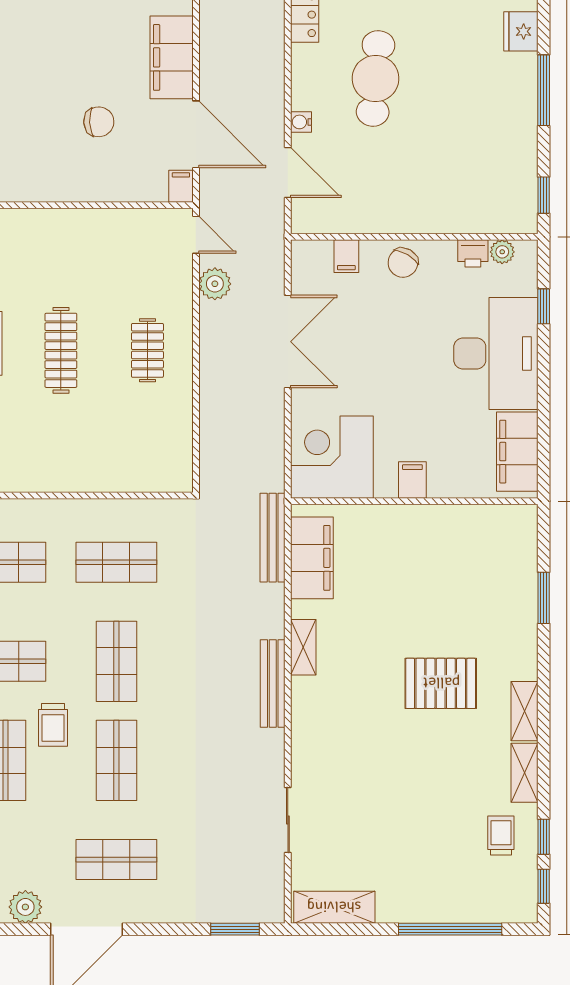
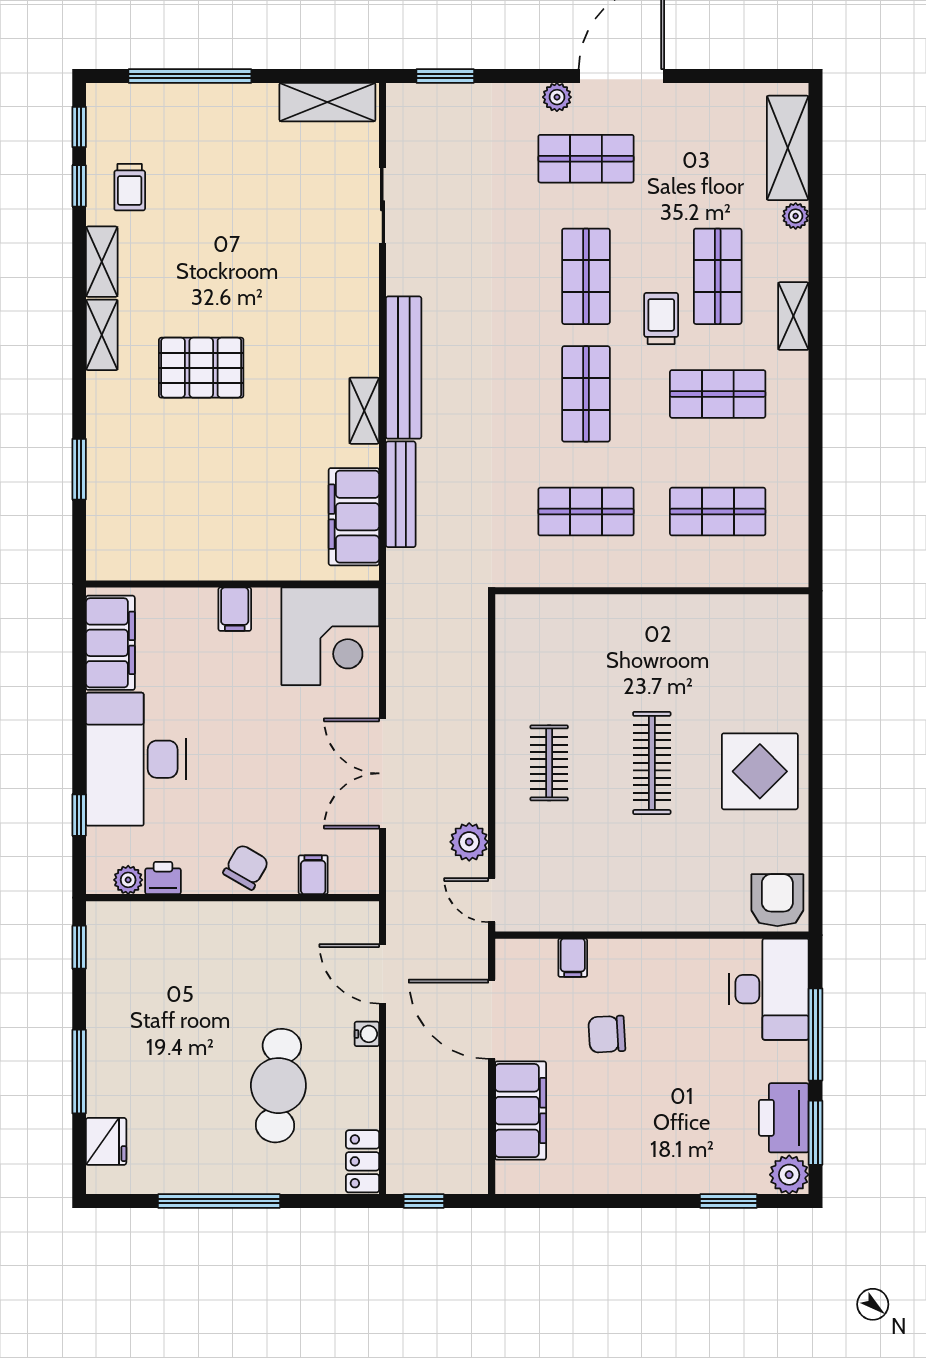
filing cabinet: (181, 186) -> (573, 958), moved
bench: (273, 538) -> (401, 494), moved
bench: (273, 684) -> (404, 368), width x1.37, depth x1.21
plant: (25, 907) -> (557, 97), moved, width x0.73, depth x0.73

